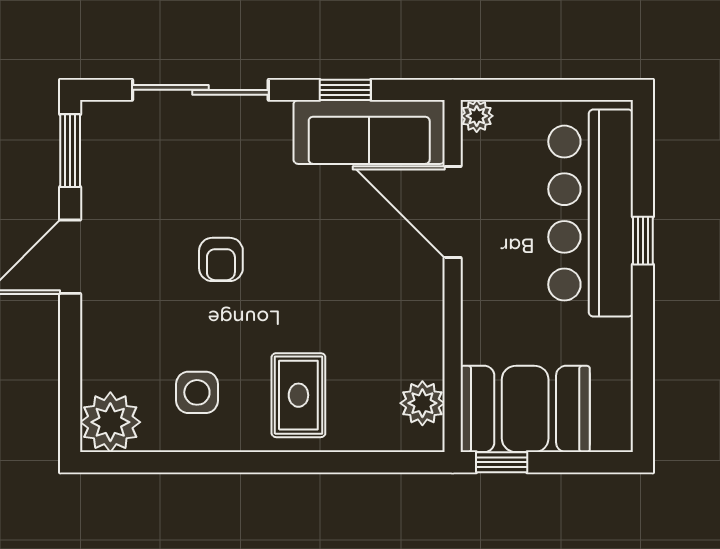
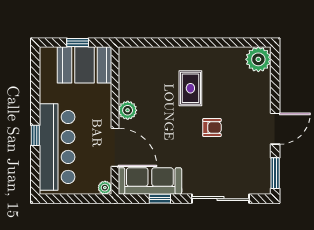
armchair: (221, 259) -> (212, 128), turned 90
side table: (197, 392) -> (222, 72), removed
rug: (298, 395) -> (190, 88), moved
plant: (422, 403) -> (128, 110), moved
window: (502, 462) -> (78, 43), moved

